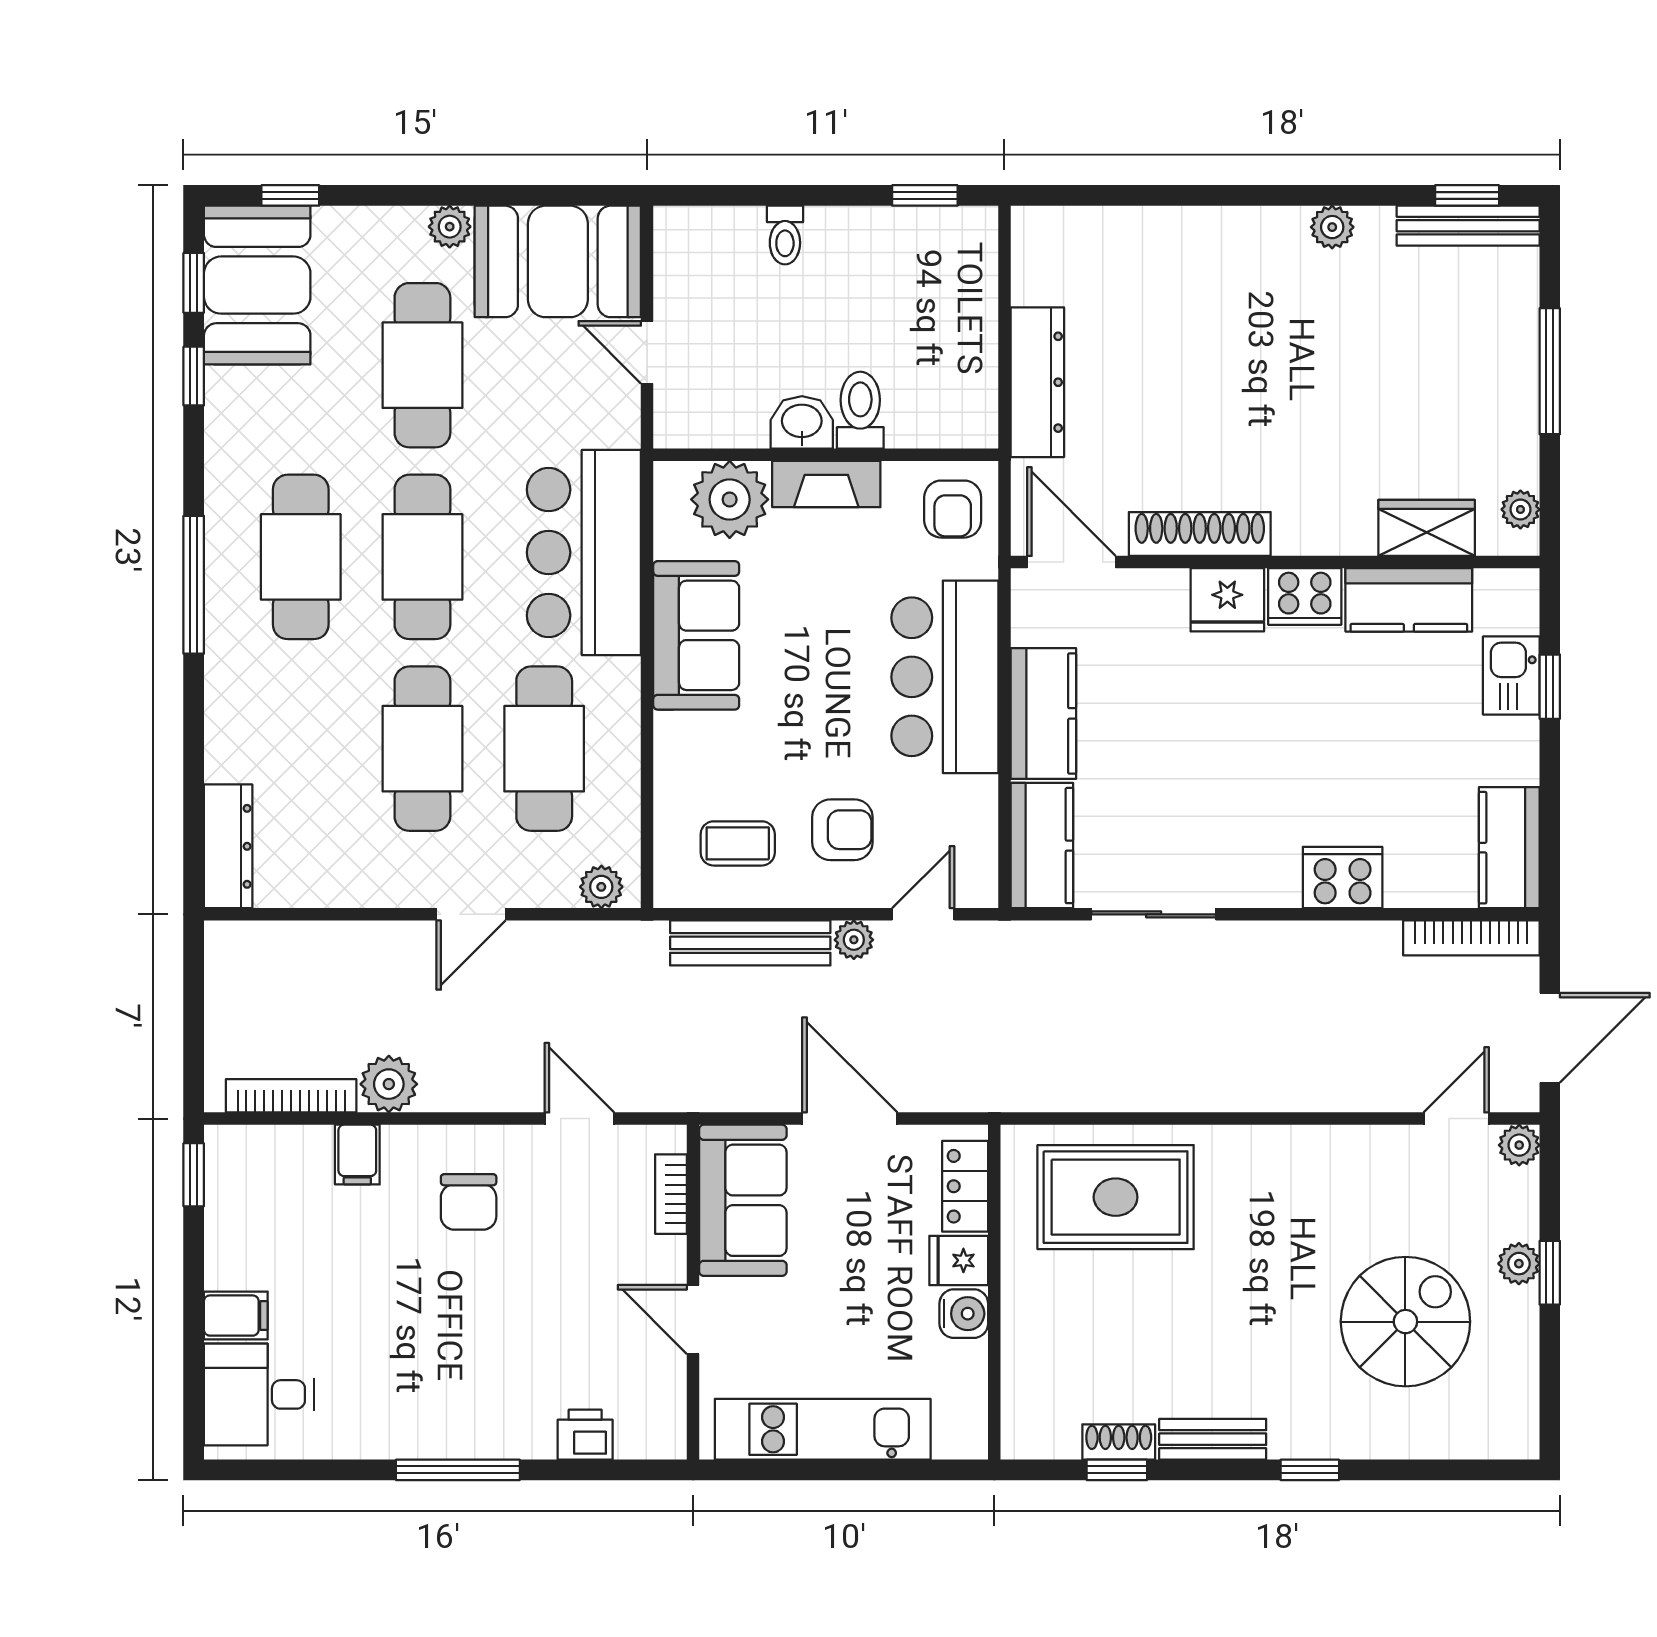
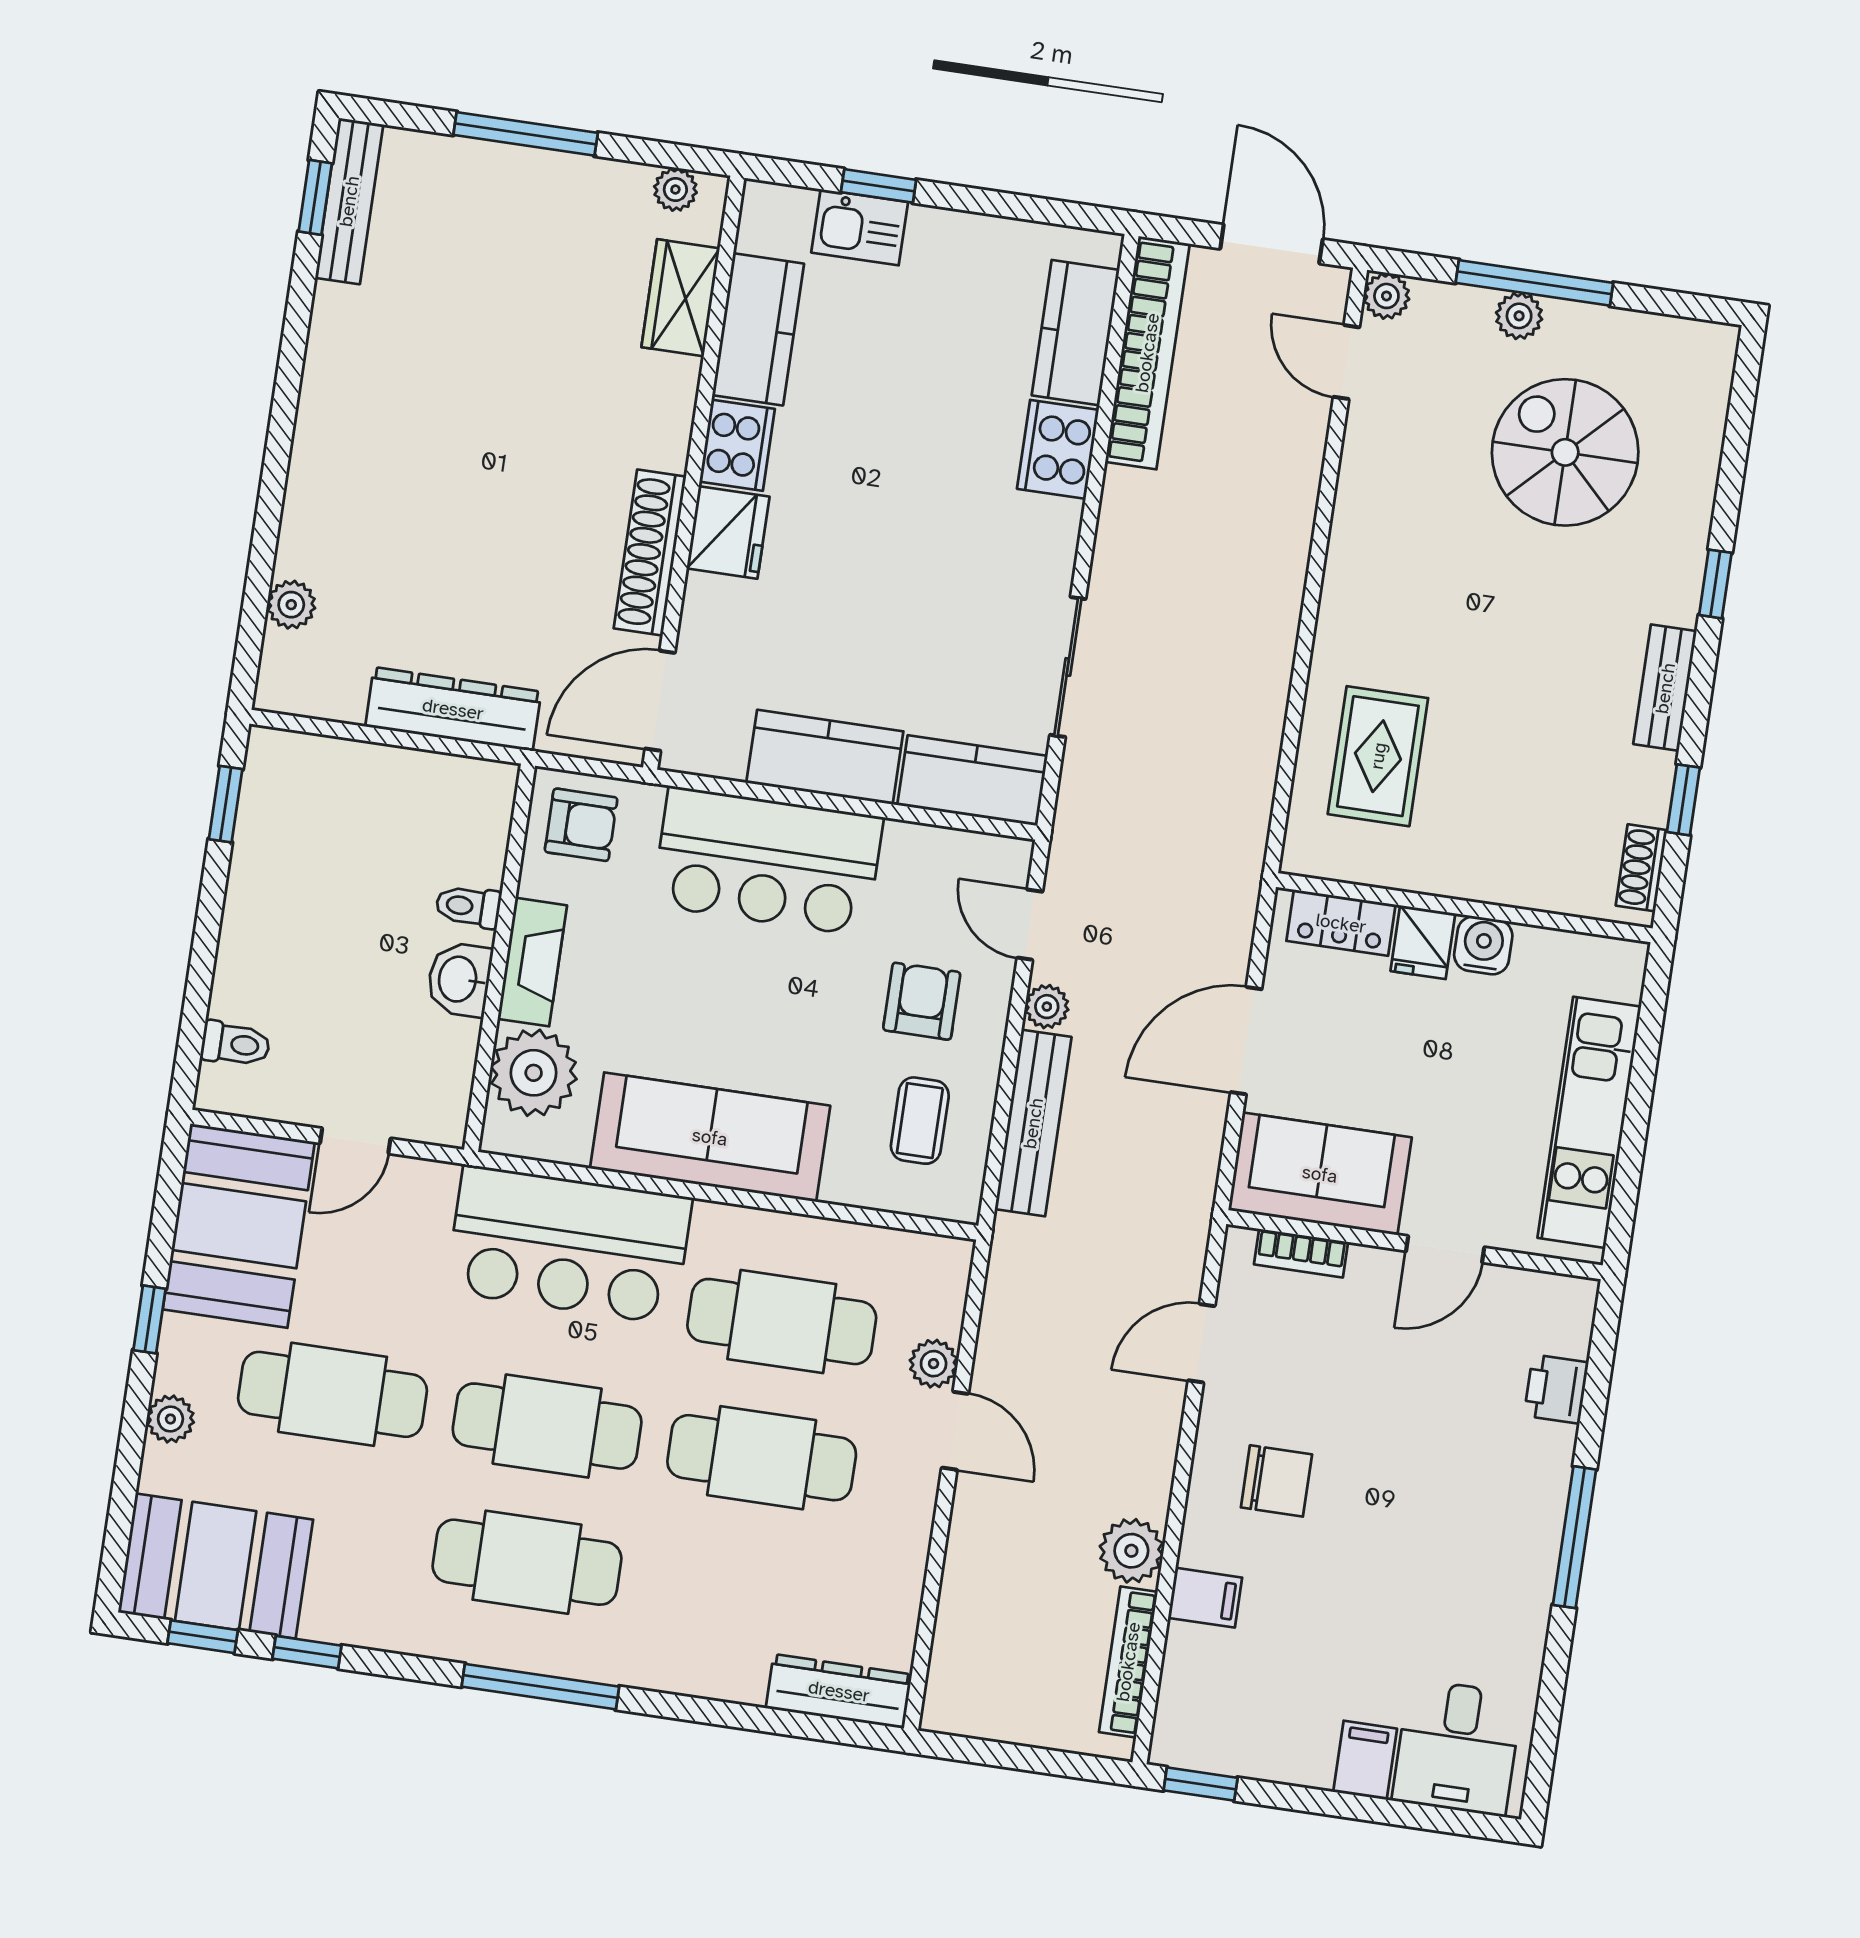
window: (290, 195) -> (150, 1319), moved
plant: (450, 227) -> (170, 1419), moved
plant: (1332, 227) -> (291, 605), moved
toilet: (785, 235) -> (235, 1044), moved
toilet: (860, 410) -> (468, 907), width x0.73, depth x0.72
sofa: (696, 635) -> (710, 1137), width x1.36
kitchen counter: (1509, 848) -> (1076, 333), moved, turned 90
plant: (601, 887) -> (934, 1364), moved
bookcase: (1471, 938) -> (1147, 353), width x1.48, depth x1.31
rug: (1116, 1197) -> (1378, 756), width x0.73, depth x0.70
window: (1550, 1273) -> (1534, 283), width x2.17
shoe rack: (1119, 1442) -> (1641, 868), moved

